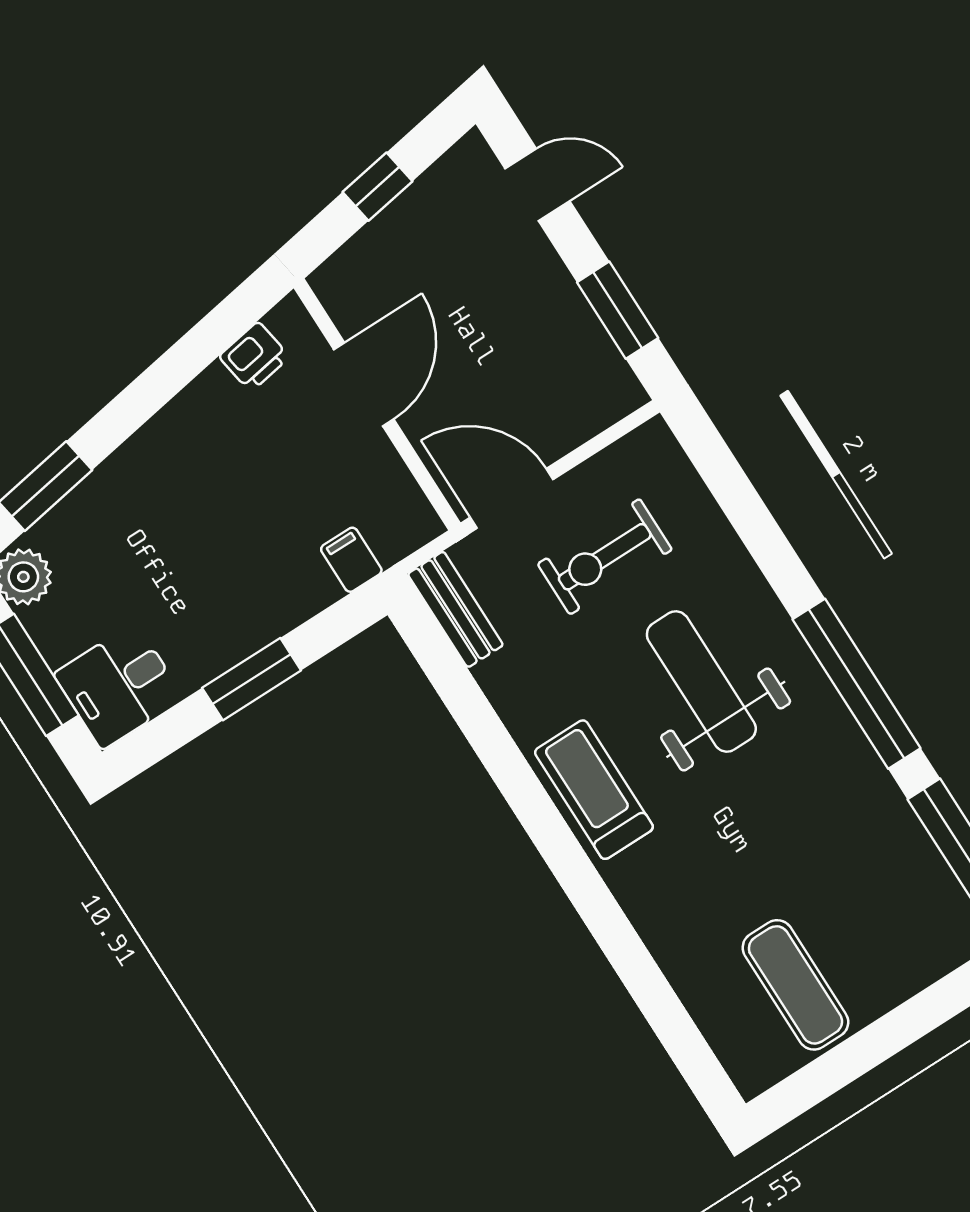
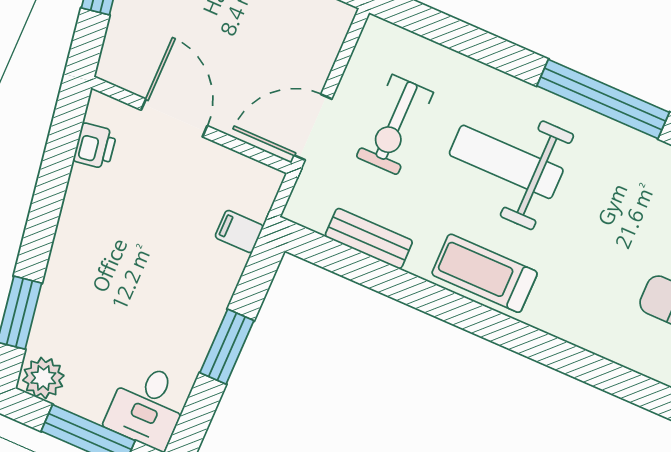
bench: (455, 609) -> (369, 239), moved

